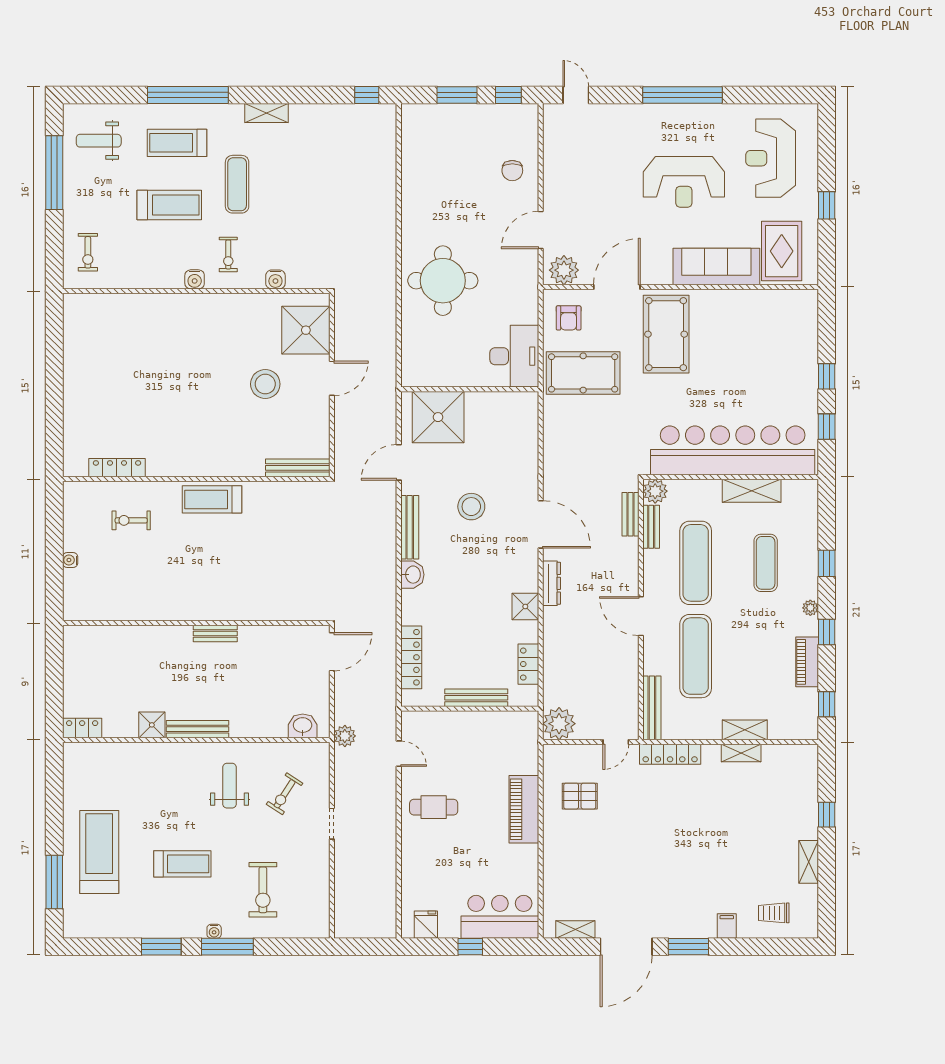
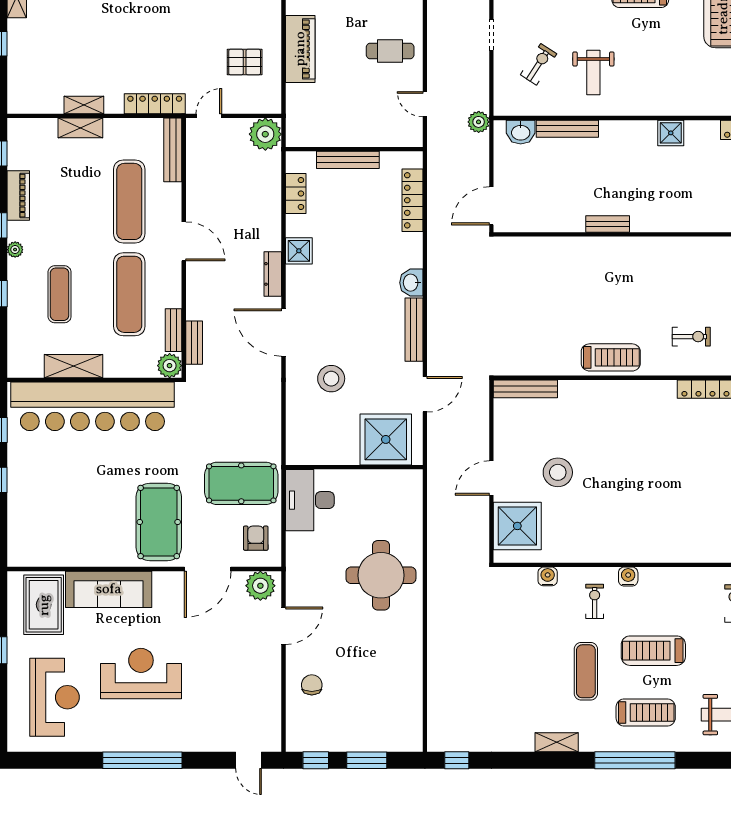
stool: (471, 507) -> (331, 379), moved
bench: (197, 729) -> (567, 129), moved

